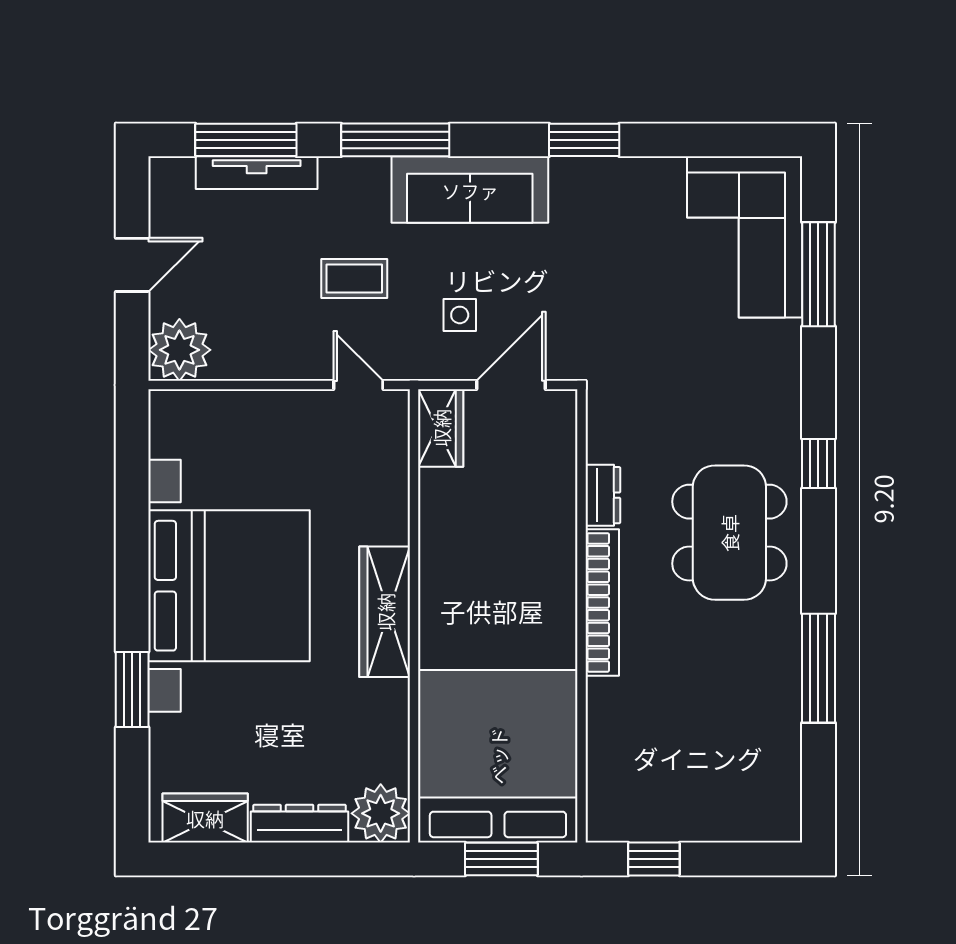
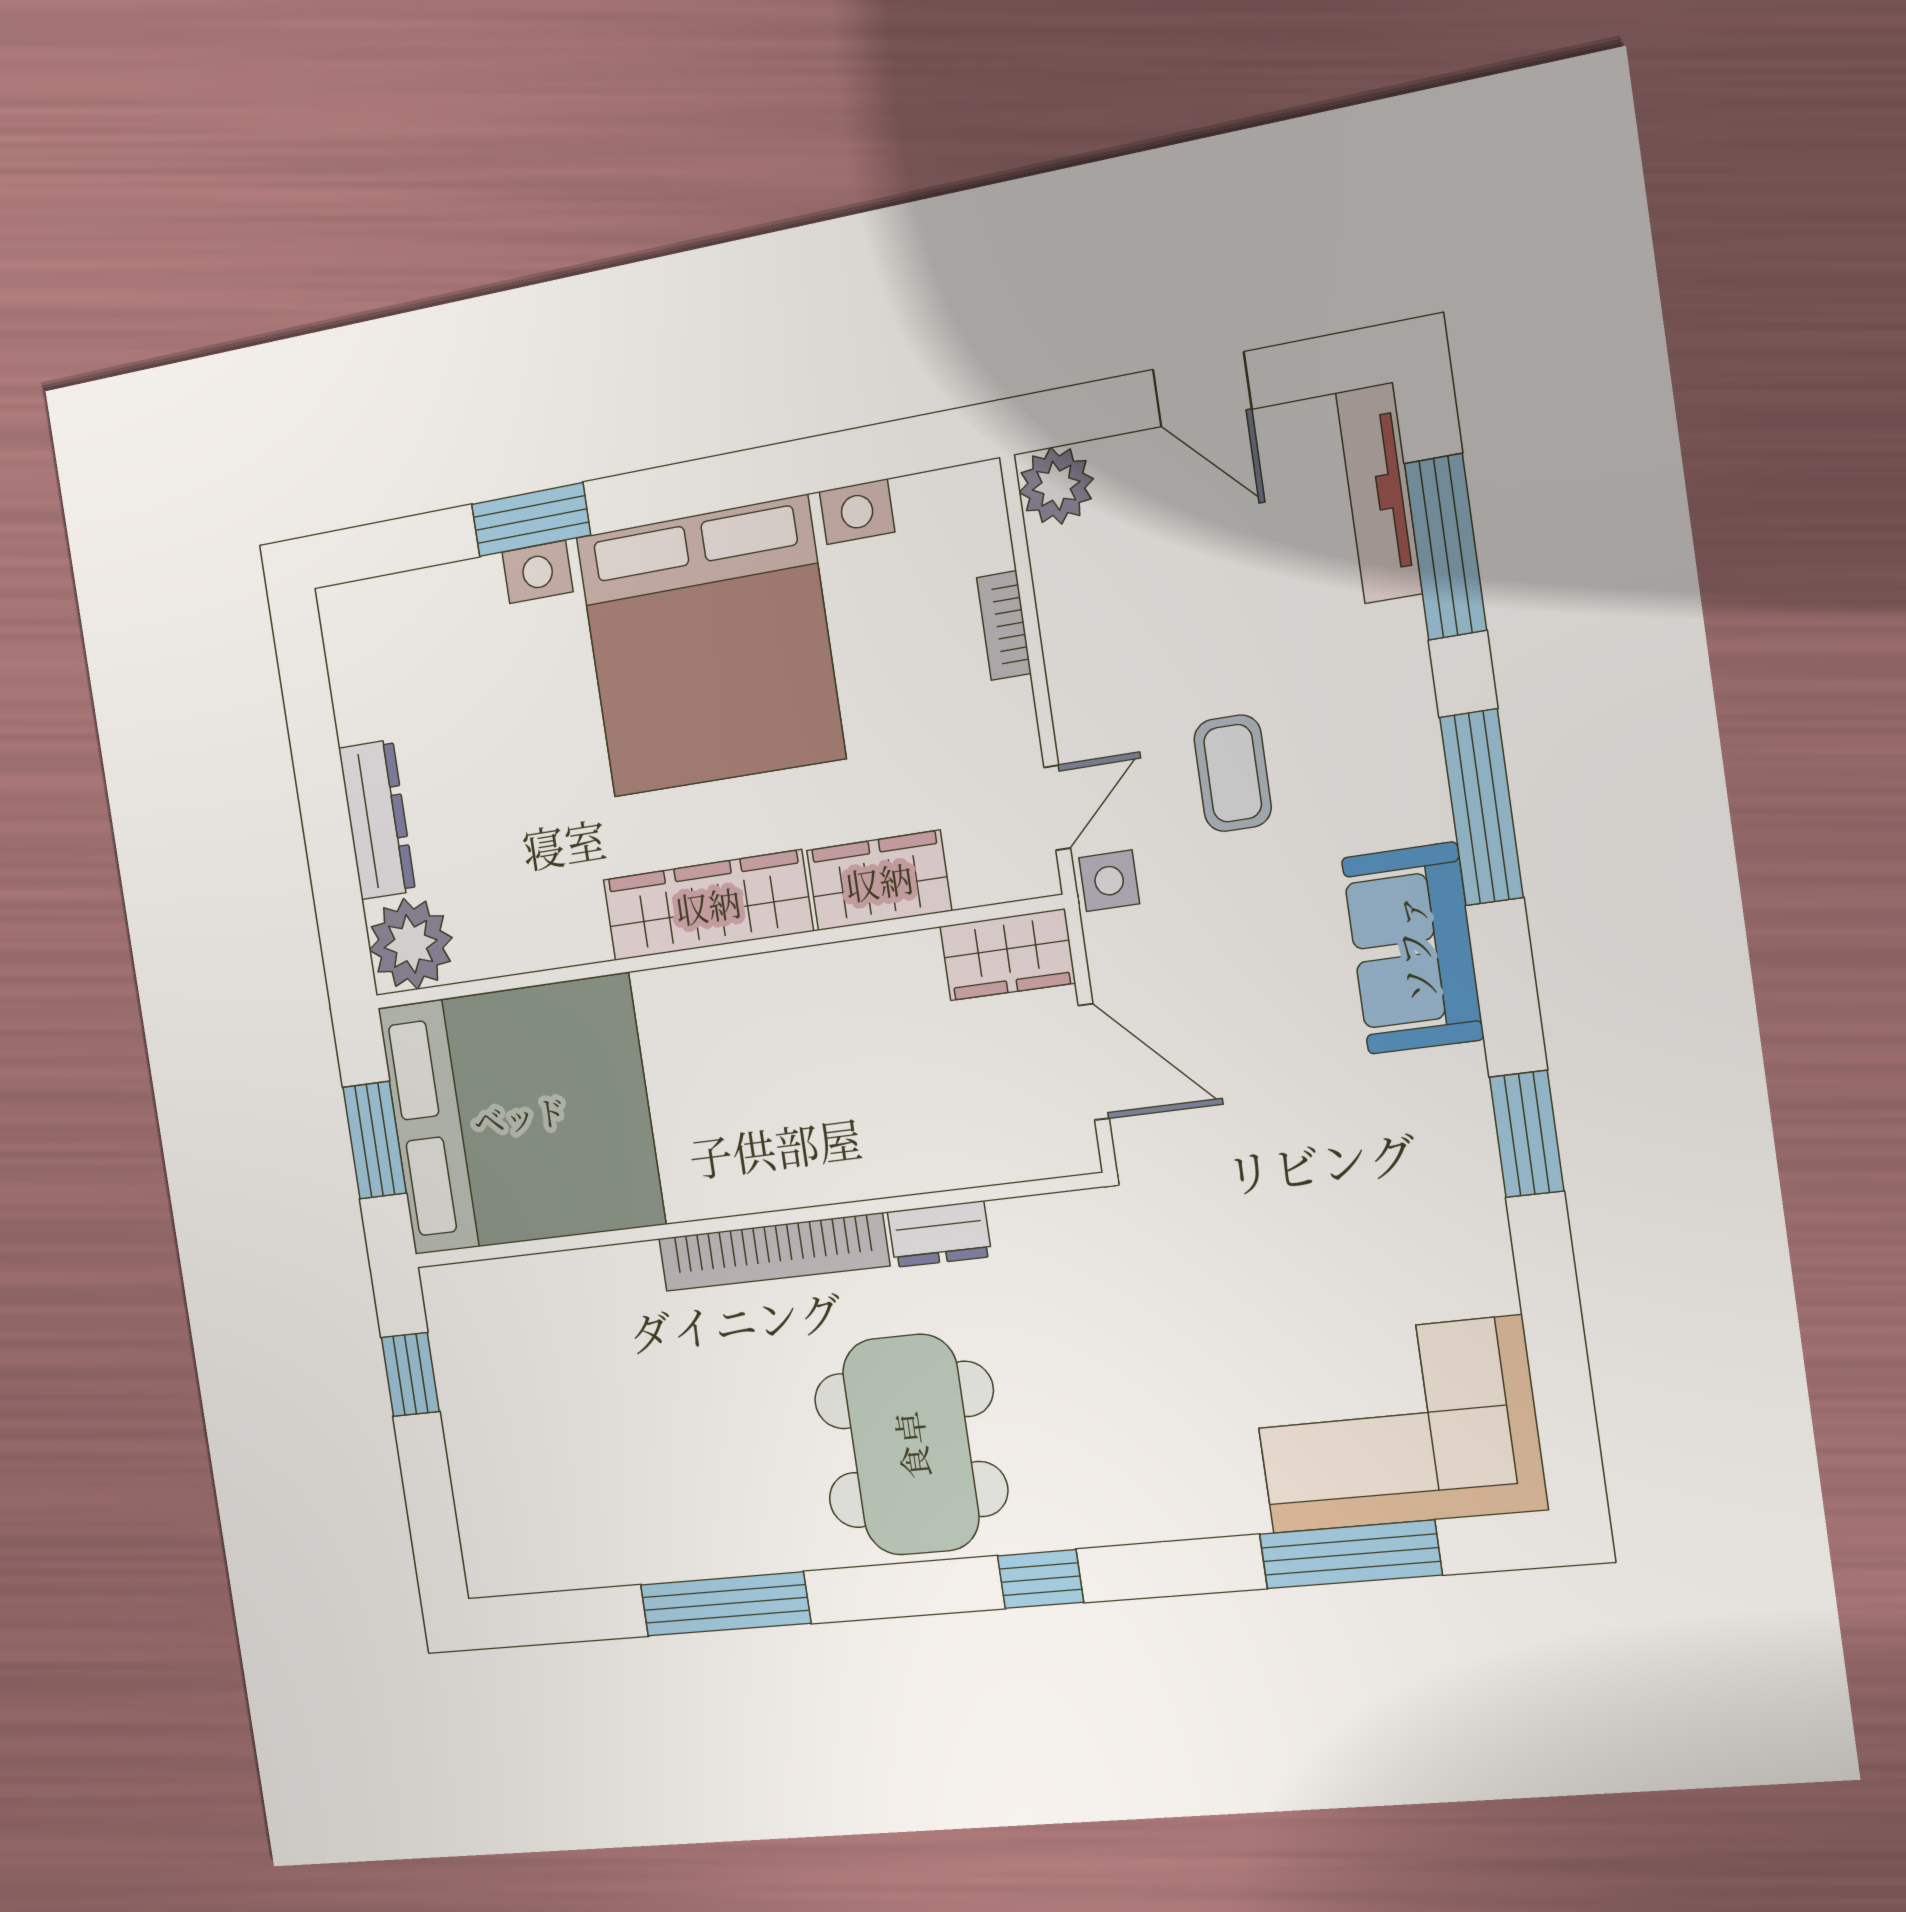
tv unit: (257, 173) -> (1379, 493), moved
sofa: (470, 190) -> (1413, 948), width x0.73
side table: (460, 315) -> (1109, 881), moved
plant: (179, 350) -> (1056, 486), width x0.73, depth x0.73
bookcase: (247, 401) -> (1004, 626), added
dining table: (729, 533) -> (911, 1445), turned 90
wardrobe: (205, 818) -> (879, 881), moved, turned -90

